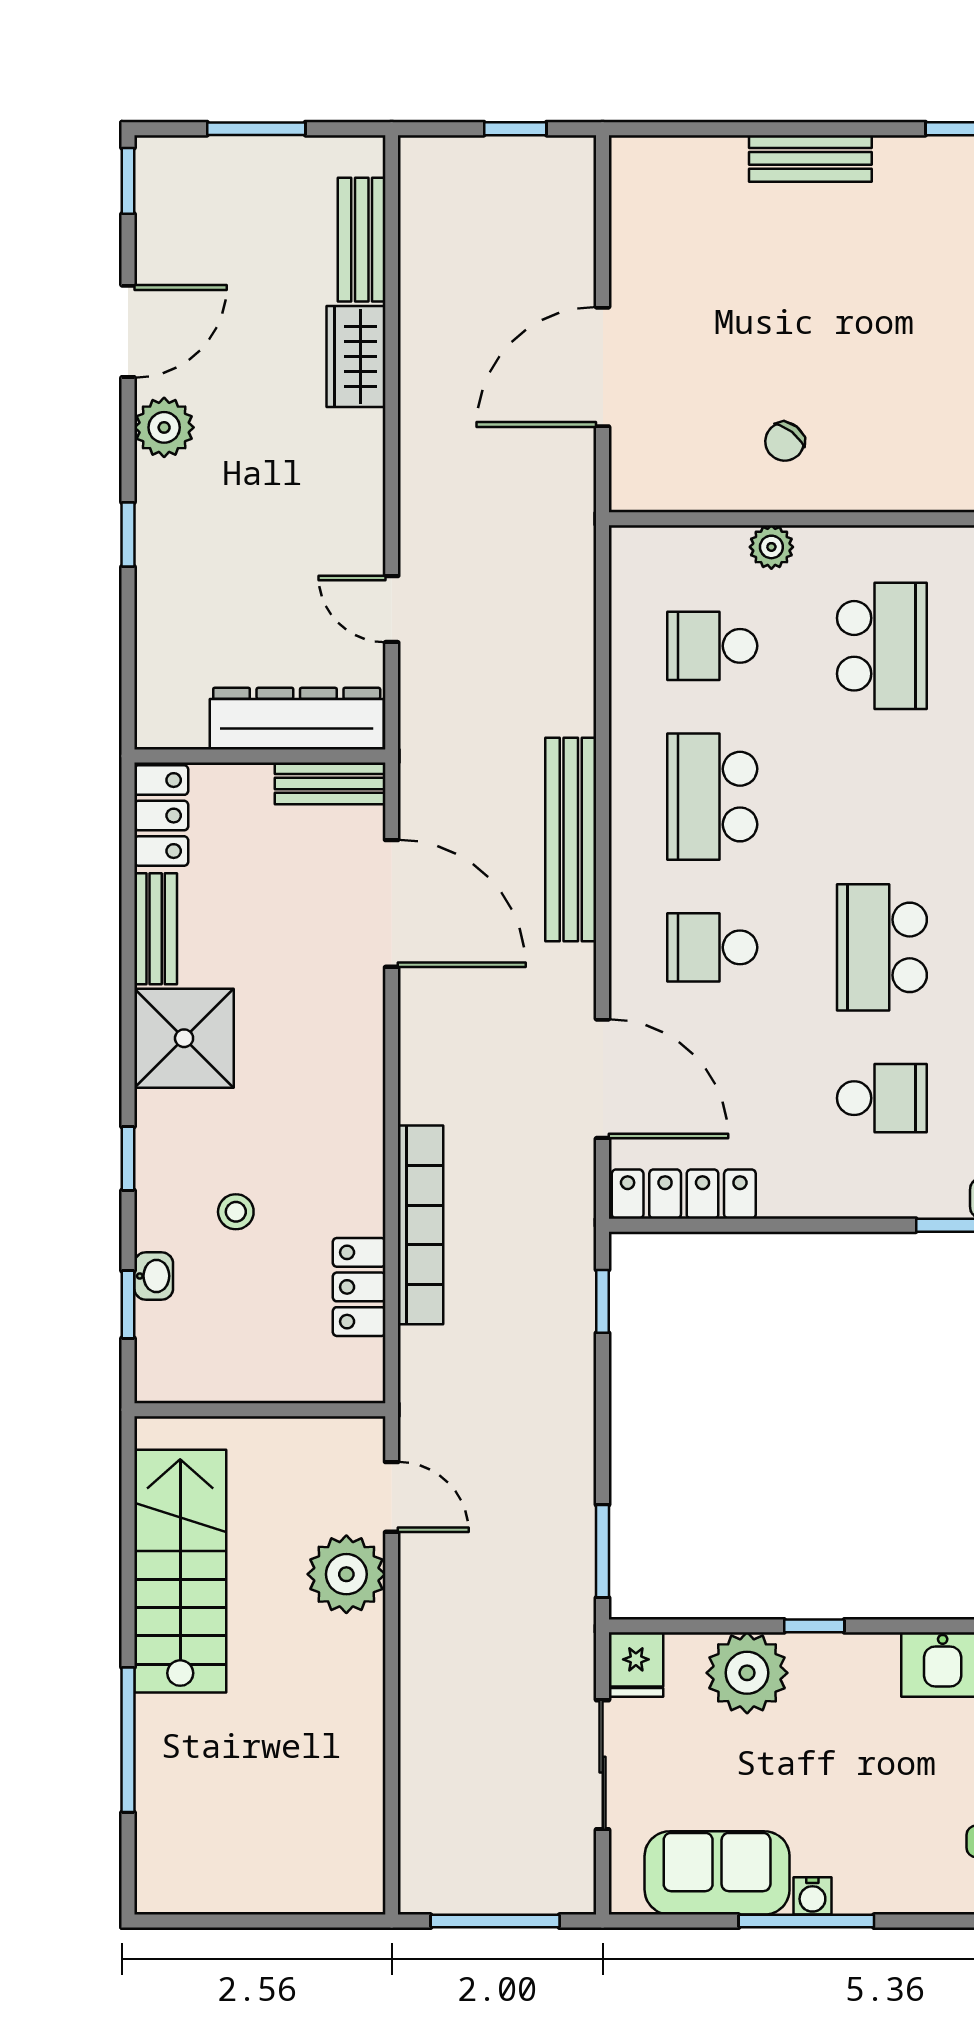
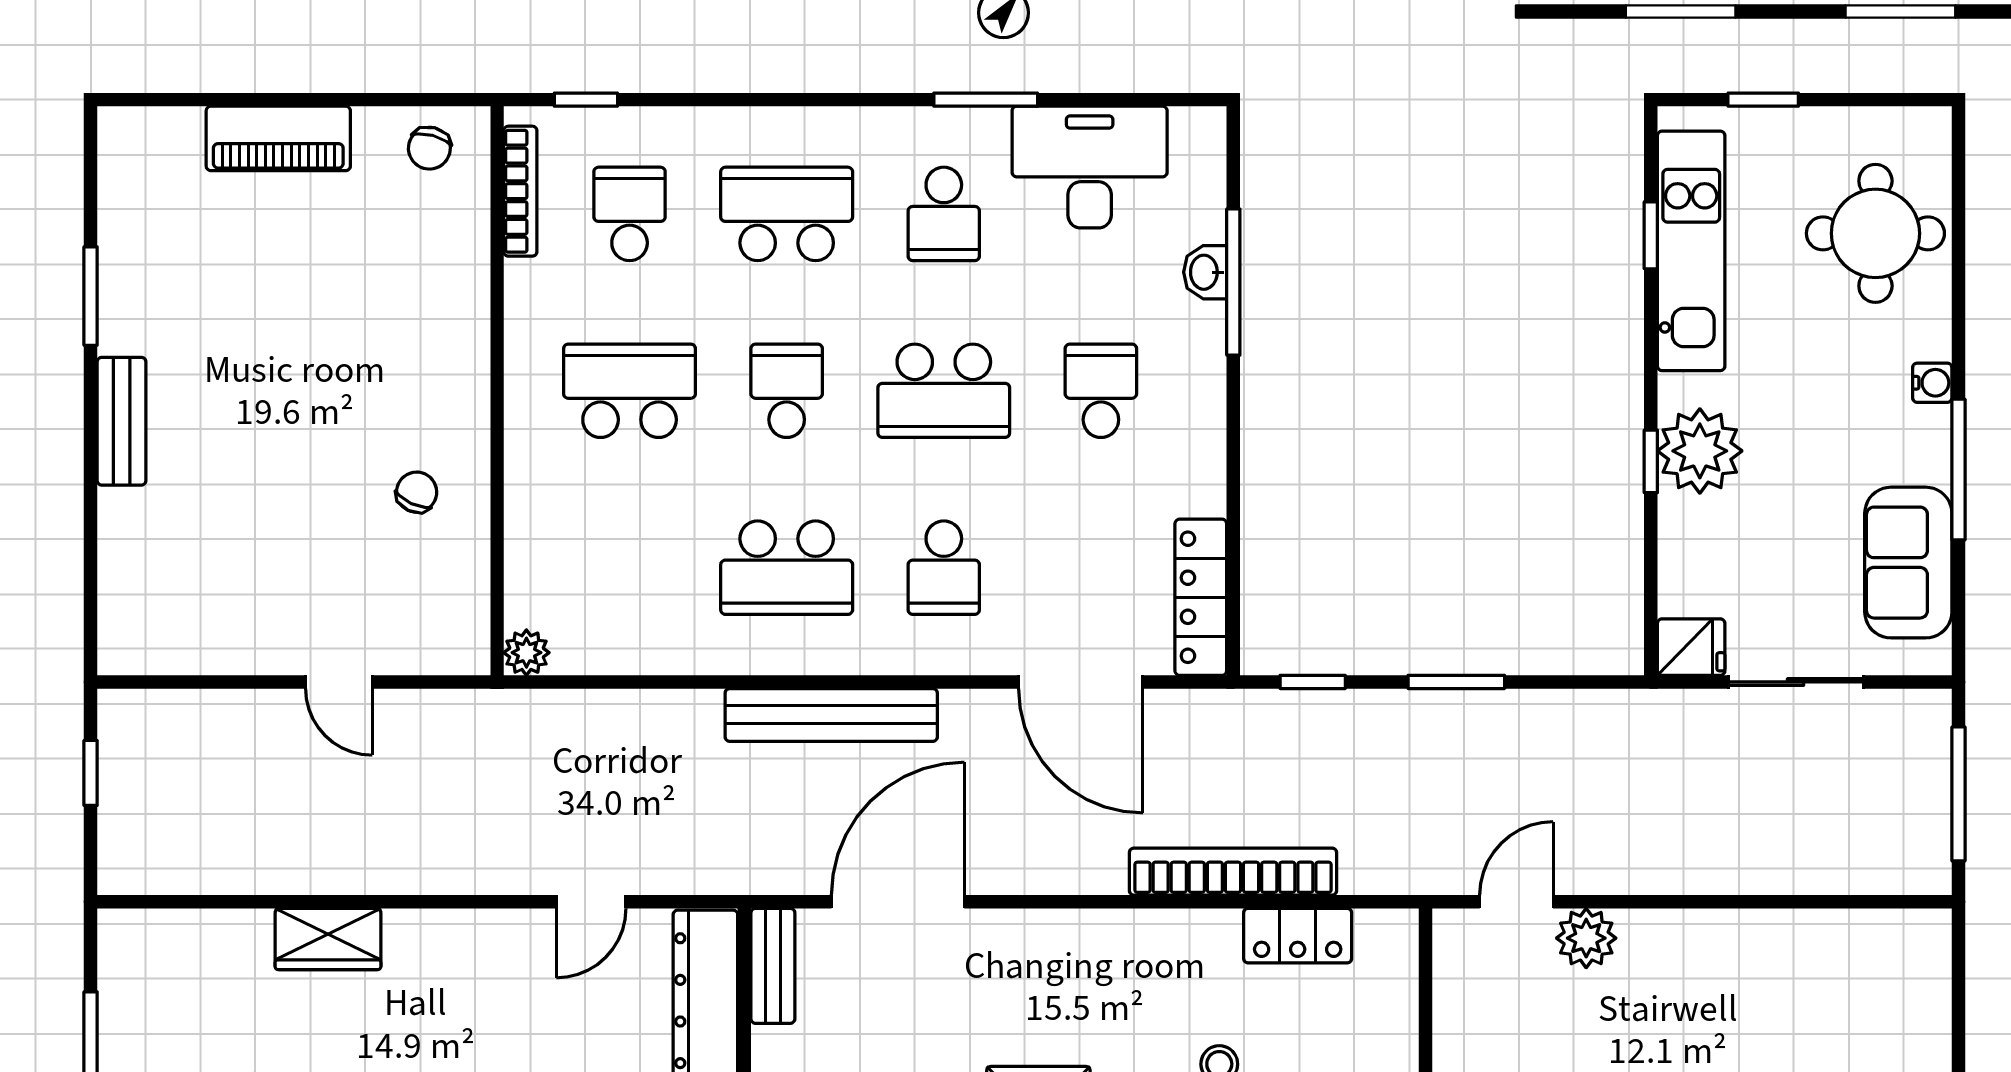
bench: (810, 158) -> (122, 421), moved
bench: (362, 240) -> (206, 933), removed
door: (603, 367) -> (339, 682), width x0.53
chair: (785, 442) -> (417, 492), turned -103
plant: (771, 547) -> (526, 653), moved
school desk: (712, 646) -> (787, 391), moved, turned 180
door: (603, 1079) -> (1081, 682), swing flipped
window: (603, 1551) -> (1456, 682), moved
plant: (346, 1574) -> (1586, 938), width x0.73, depth x0.73
plant: (747, 1673) -> (1700, 451), moved
water cooler: (812, 1896) -> (1932, 383), moved

